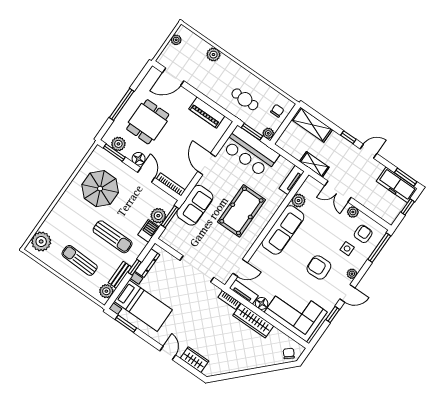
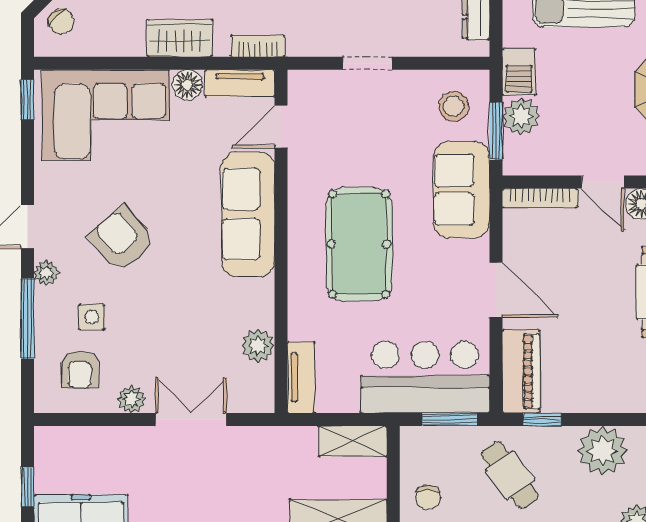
cafe table: (245, 99) -> (510, 475), turned 54
window: (221, 110) -> (542, 419), added
piano: (207, 113) -> (521, 371), moved, turned 90
plant: (268, 133) -> (602, 451), moved, width x1.88, depth x1.88
shelving: (314, 164) -> (353, 441), moved
sofa: (283, 230) -> (248, 214), moved
stool: (178, 235) -> (454, 106), added
window: (379, 248) -> (28, 319), moved
armchair: (319, 267) -> (122, 239), turned -130
doorway: (197, 269) -> (367, 63), width x0.53
window: (333, 315) -> (28, 100), moved
wardrobe: (253, 321) -> (180, 38), width x0.67

